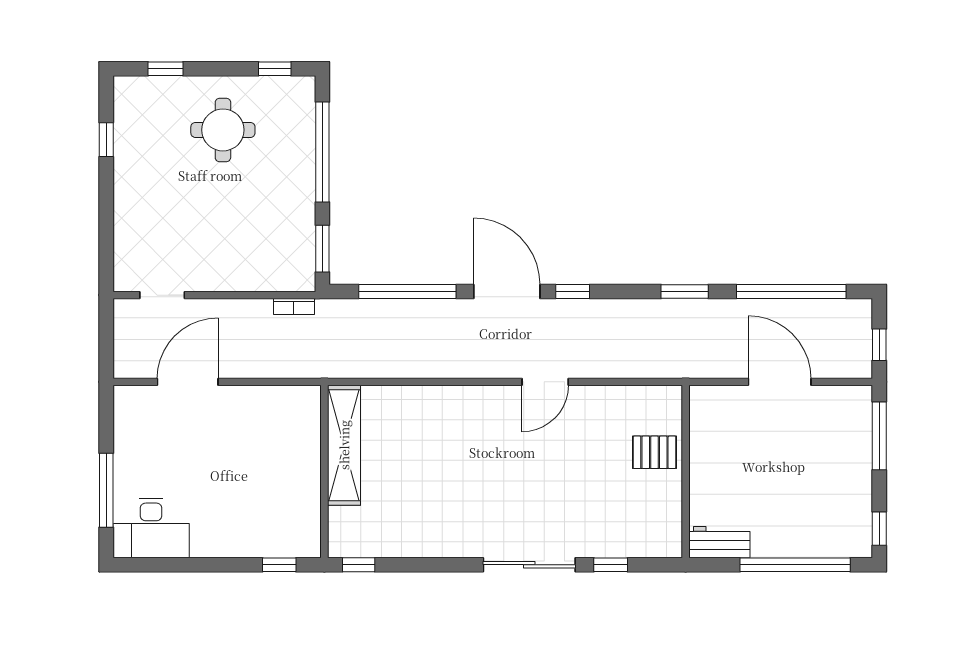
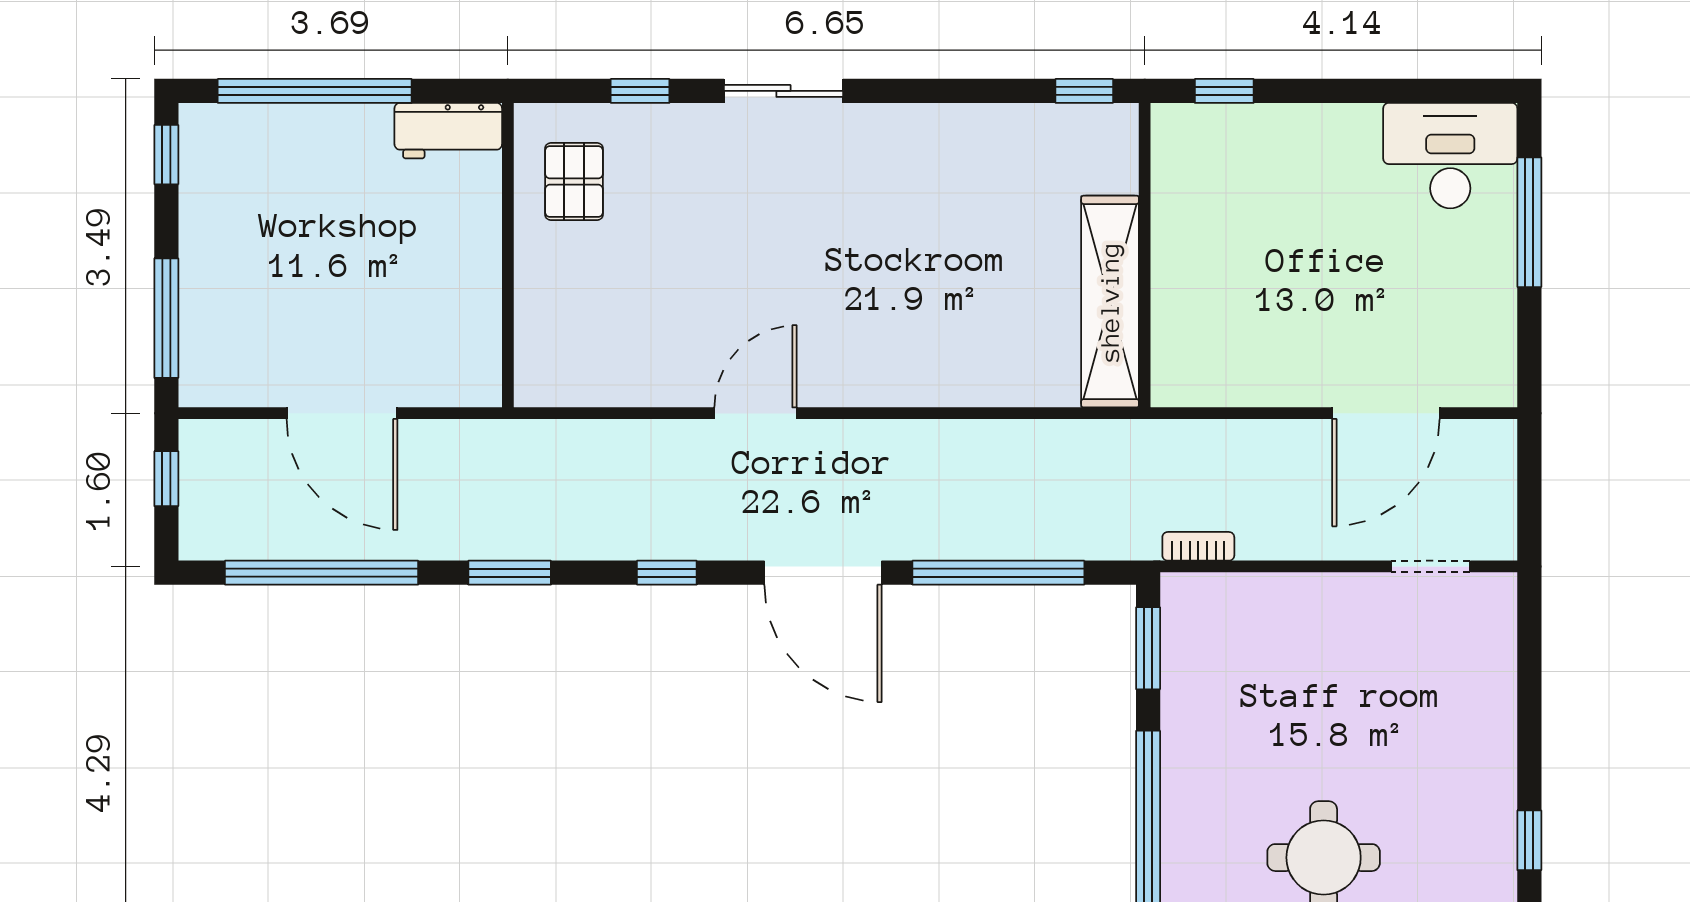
window: (573, 291) -> (667, 573), moved
pallet: (654, 452) -> (574, 182), moved, turned 90
sliding door: (529, 565) -> (783, 91), width x0.73

